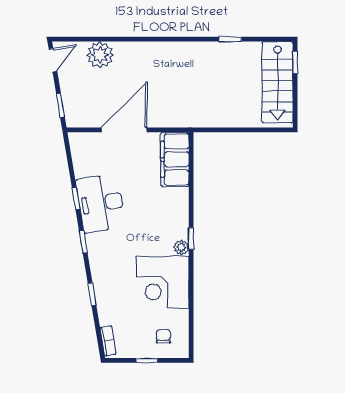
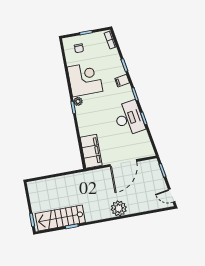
plant: (100, 55) -> (119, 208), moved
door: (53, 60) -> (172, 196), hinge flipped
stairs: (277, 82) -> (60, 218), moved, turned -90
filing cabinet: (101, 269) -> (122, 81), added

